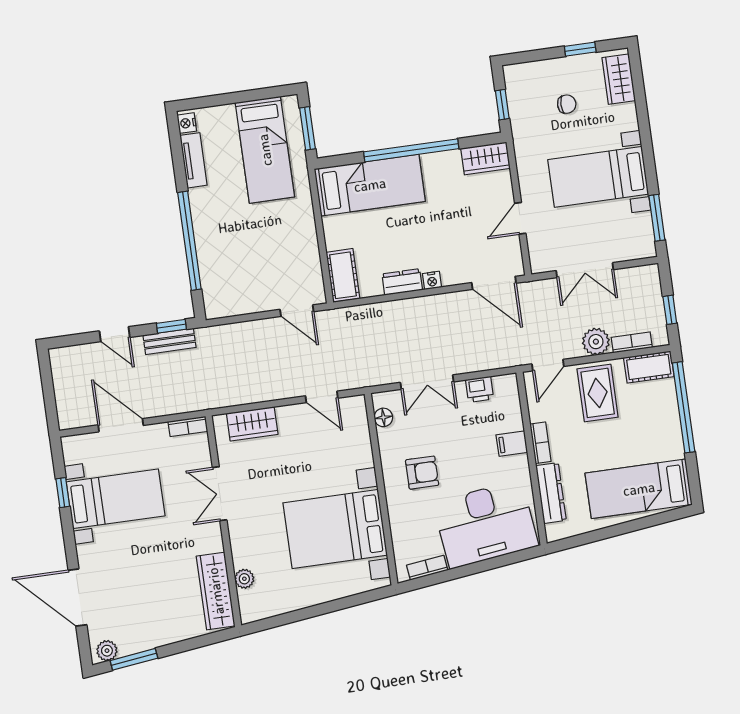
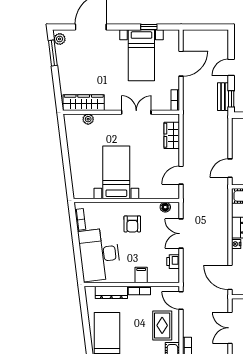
door: (494, 283) -> (230, 277), hinge flipped
plant: (596, 342) -> (190, 328), removed
rug: (598, 393) -> (162, 325), turned 90
bed with nightstands: (335, 529) -> (116, 172), width x0.73

